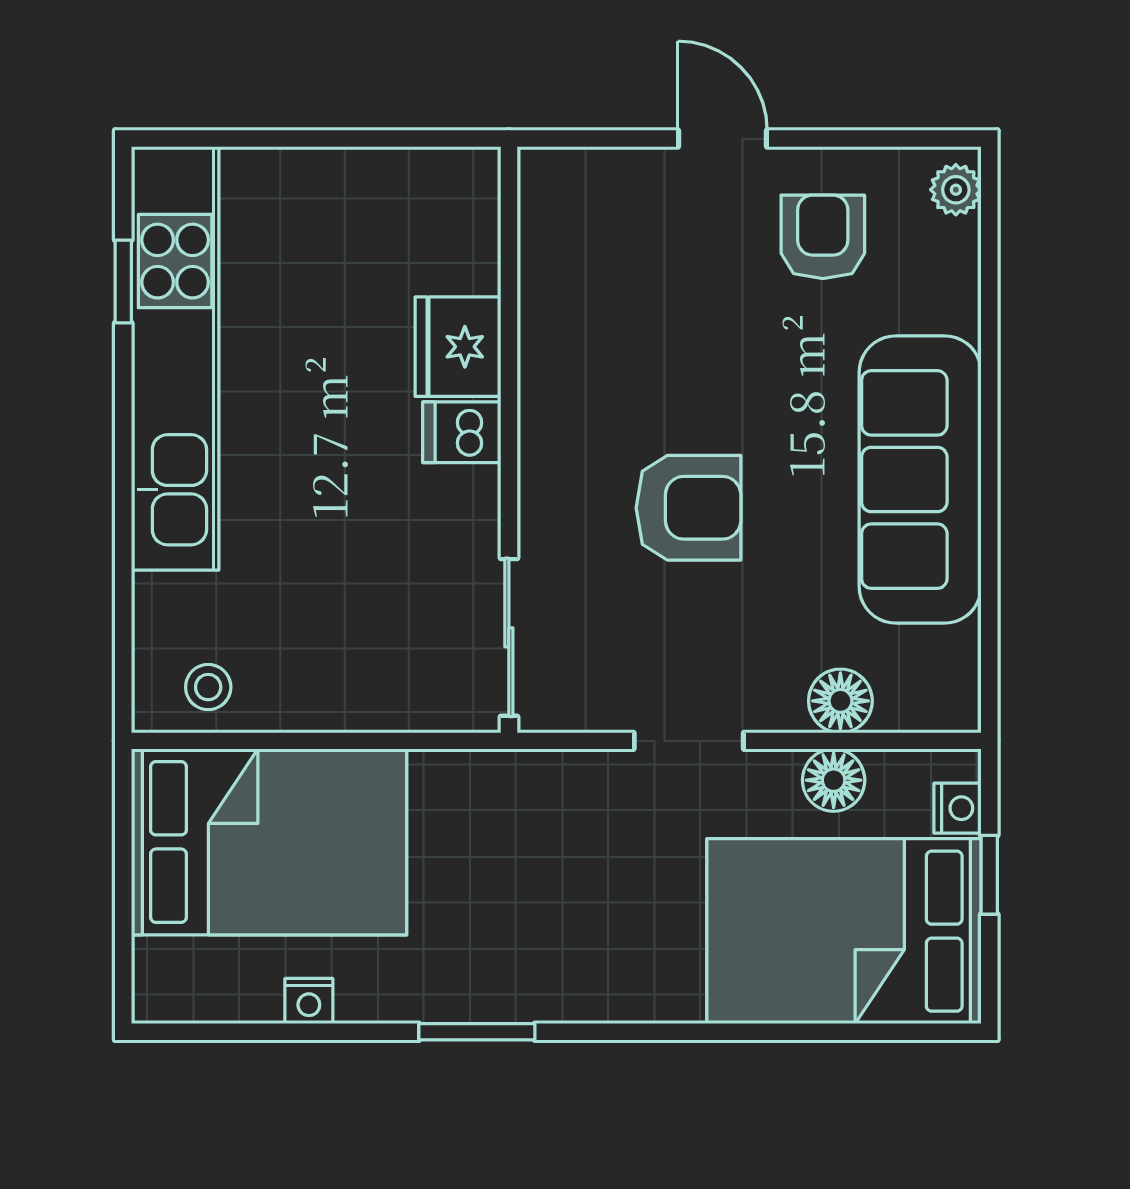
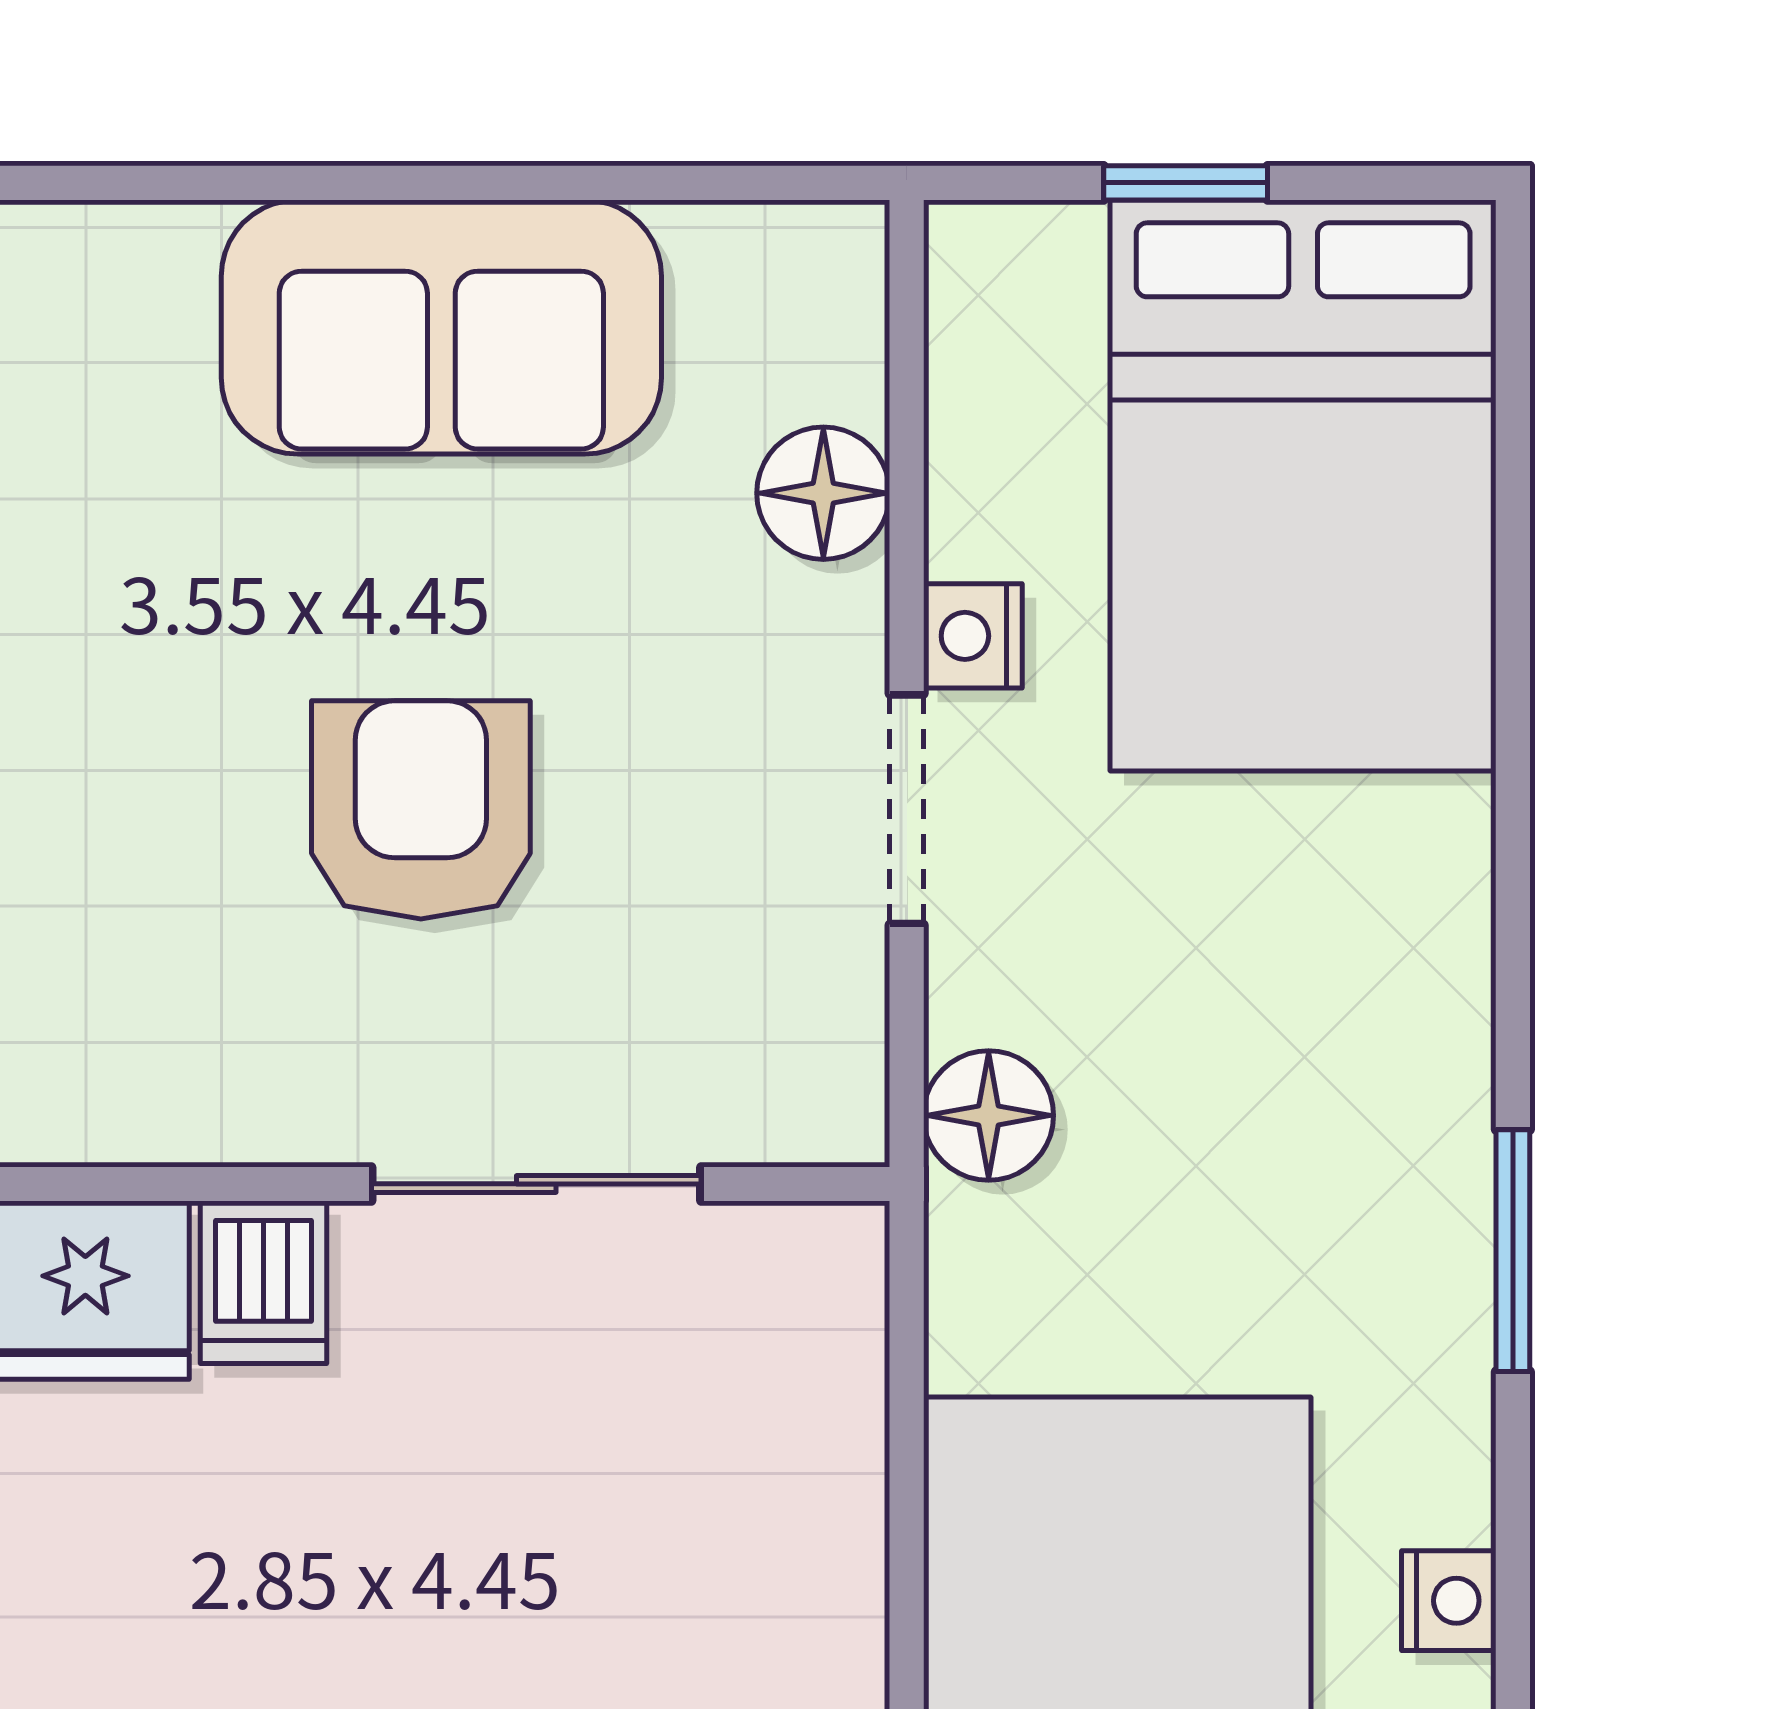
sofa: (920, 480) -> (441, 327), width x0.73
sliding door: (509, 637) -> (536, 1184), moved
floor lamp: (834, 780) -> (989, 1115), moved
nightstand: (958, 808) -> (973, 636), moved, turned -90

